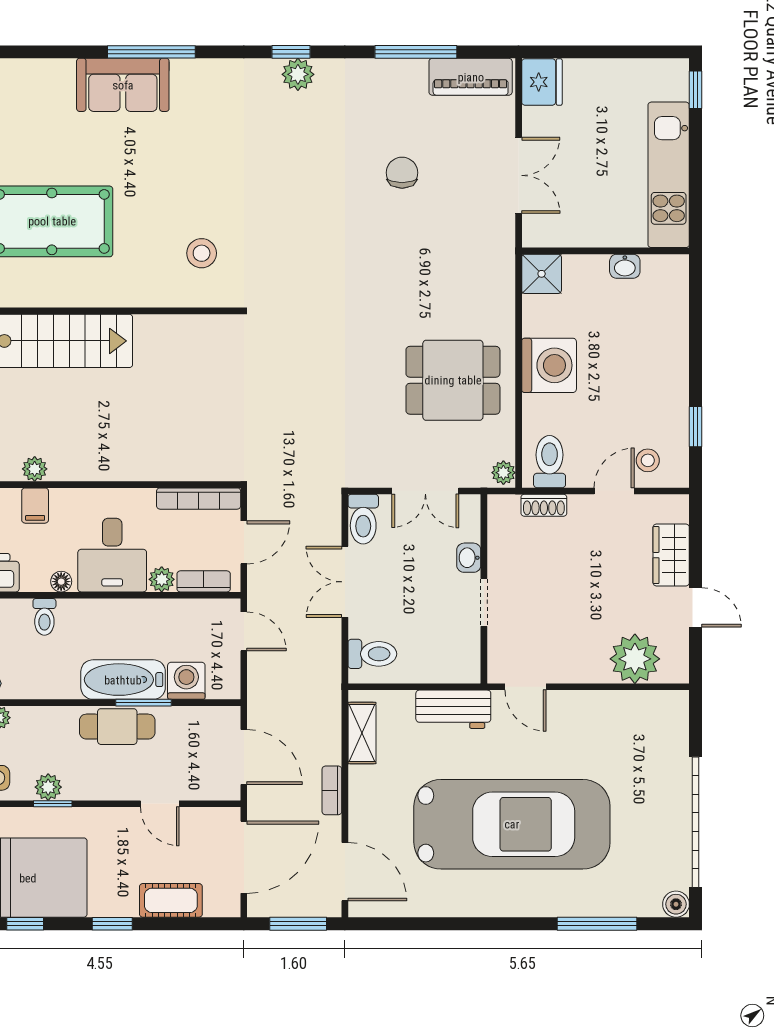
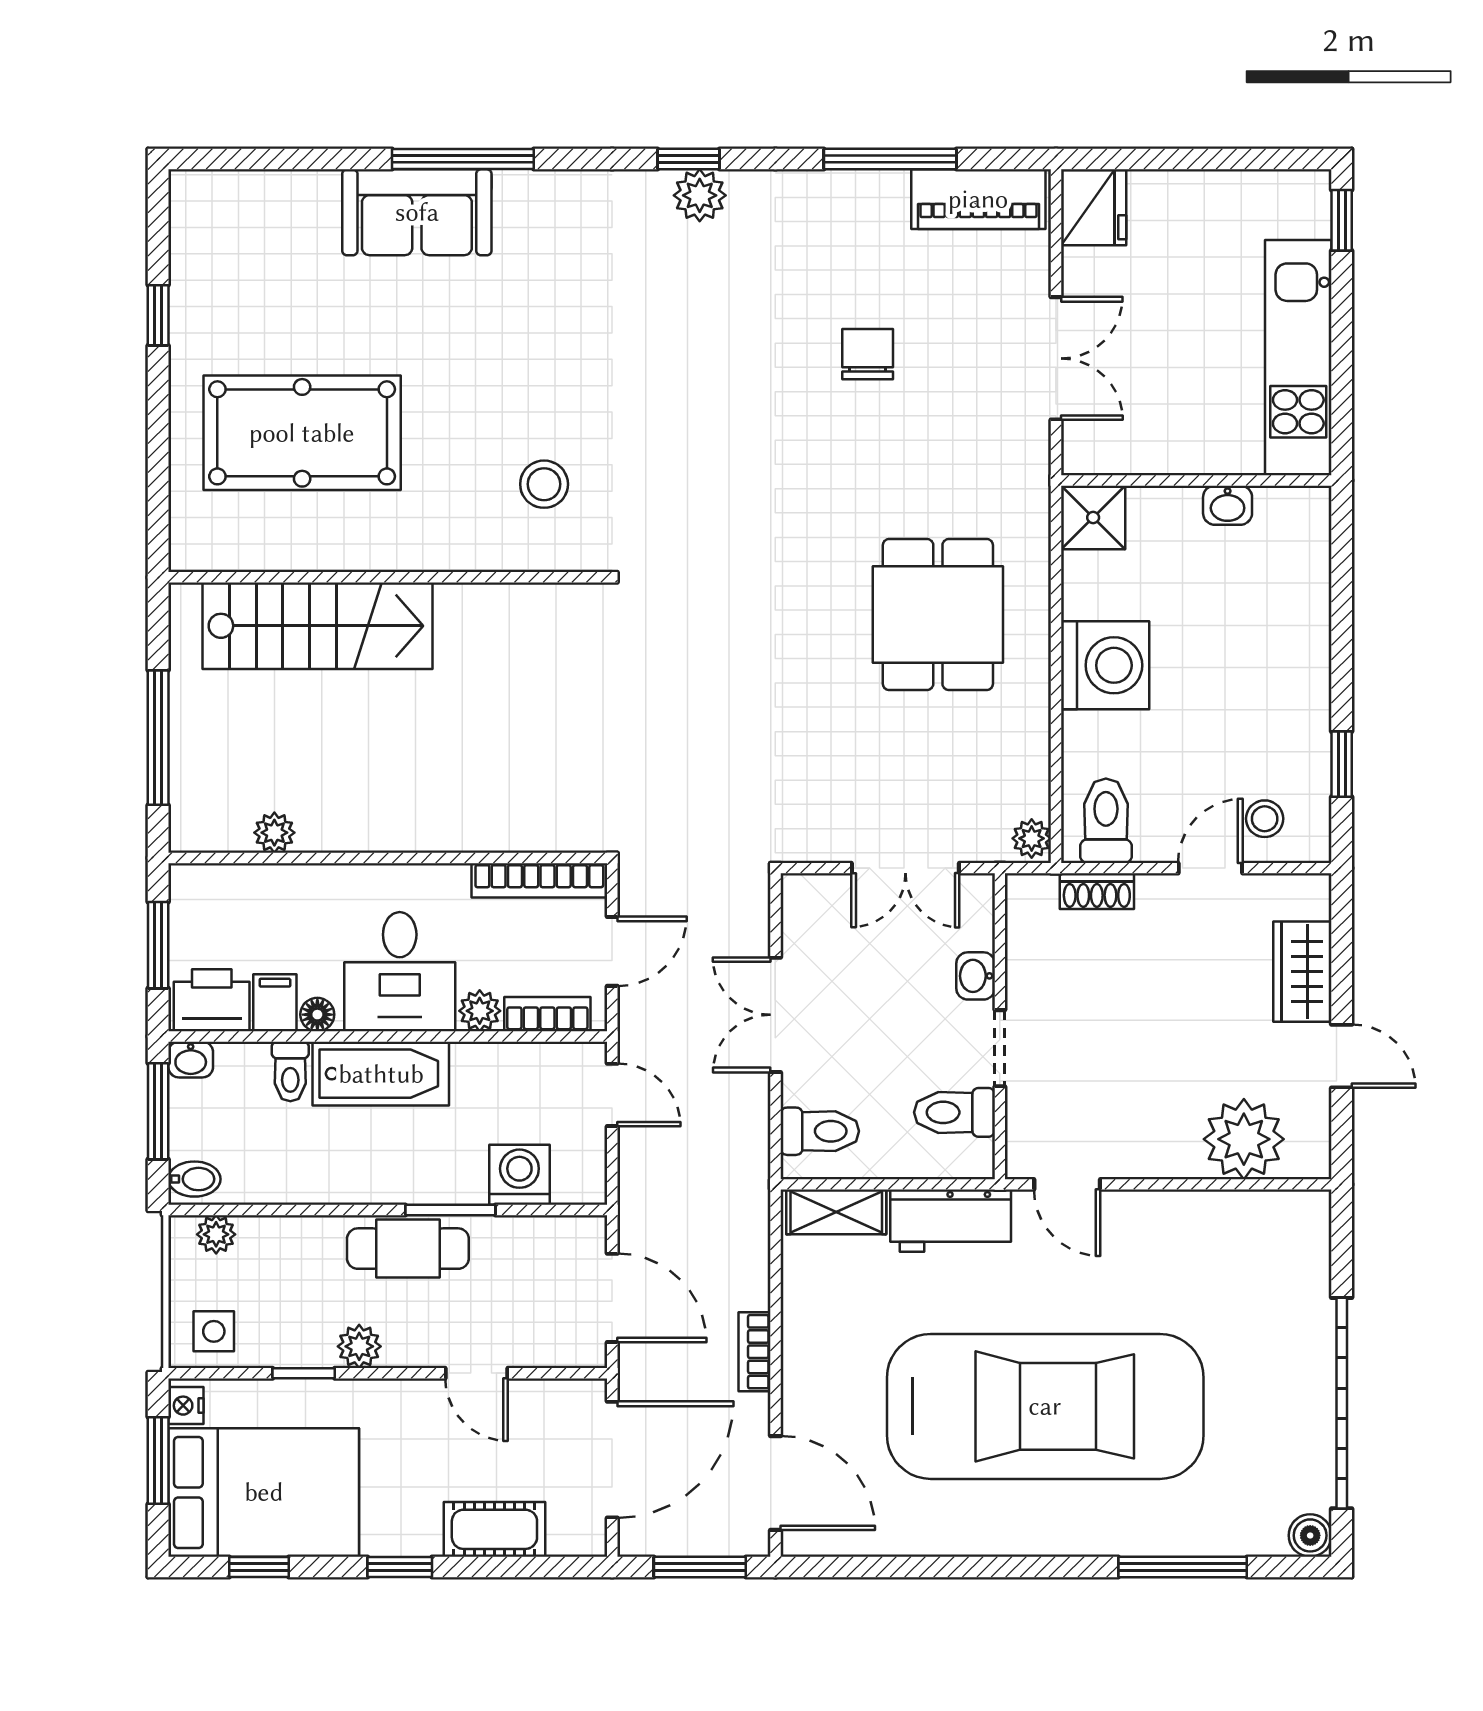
dining table: (453, 380) -> (938, 615), moved, turned 90
filing cabinet: (35, 506) -> (275, 1003), moved, turned 180
toilet: (363, 519) -> (954, 1112), moved, turned 90
bathtub: (123, 680) -> (381, 1074), moved, turned 180
shelving: (362, 733) -> (836, 1212), moved, turned 90
plant: (48, 787) -> (359, 1346), moved

